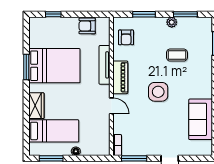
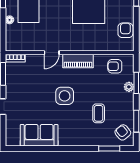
plant: (172, 22) -> (129, 87), moved
armchair: (198, 29) -> (123, 132), added
tv unit: (105, 65) -> (89, 46), removed

